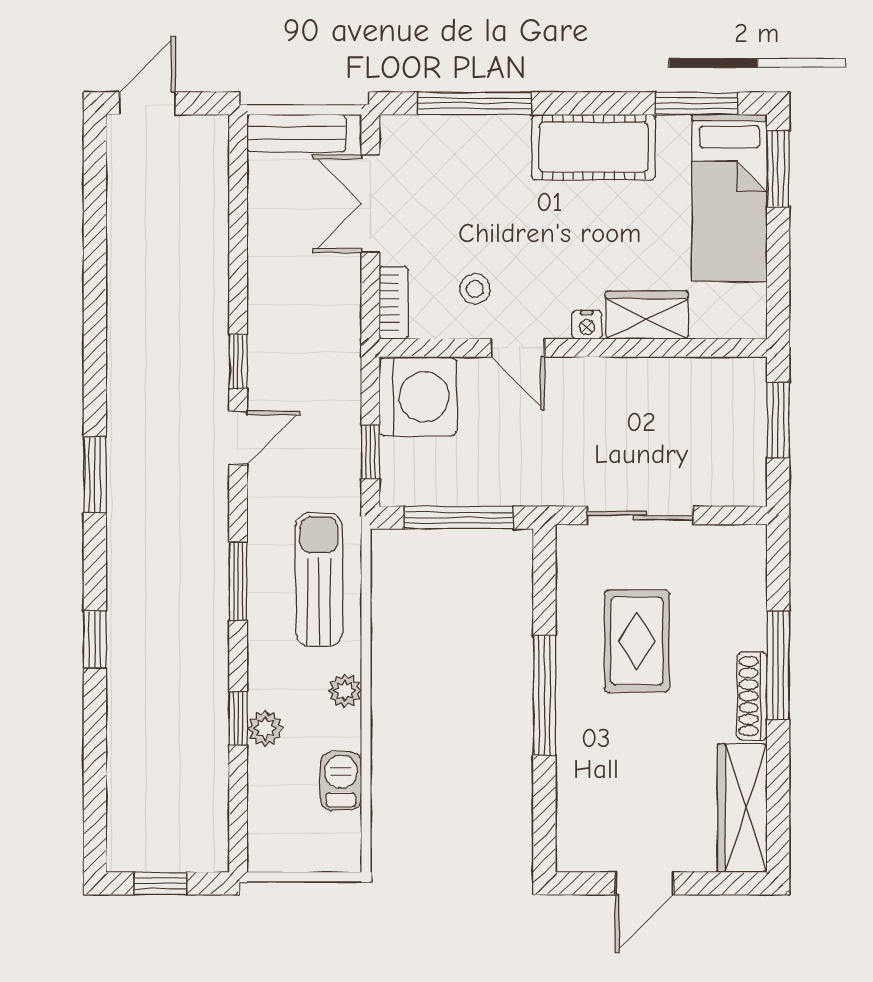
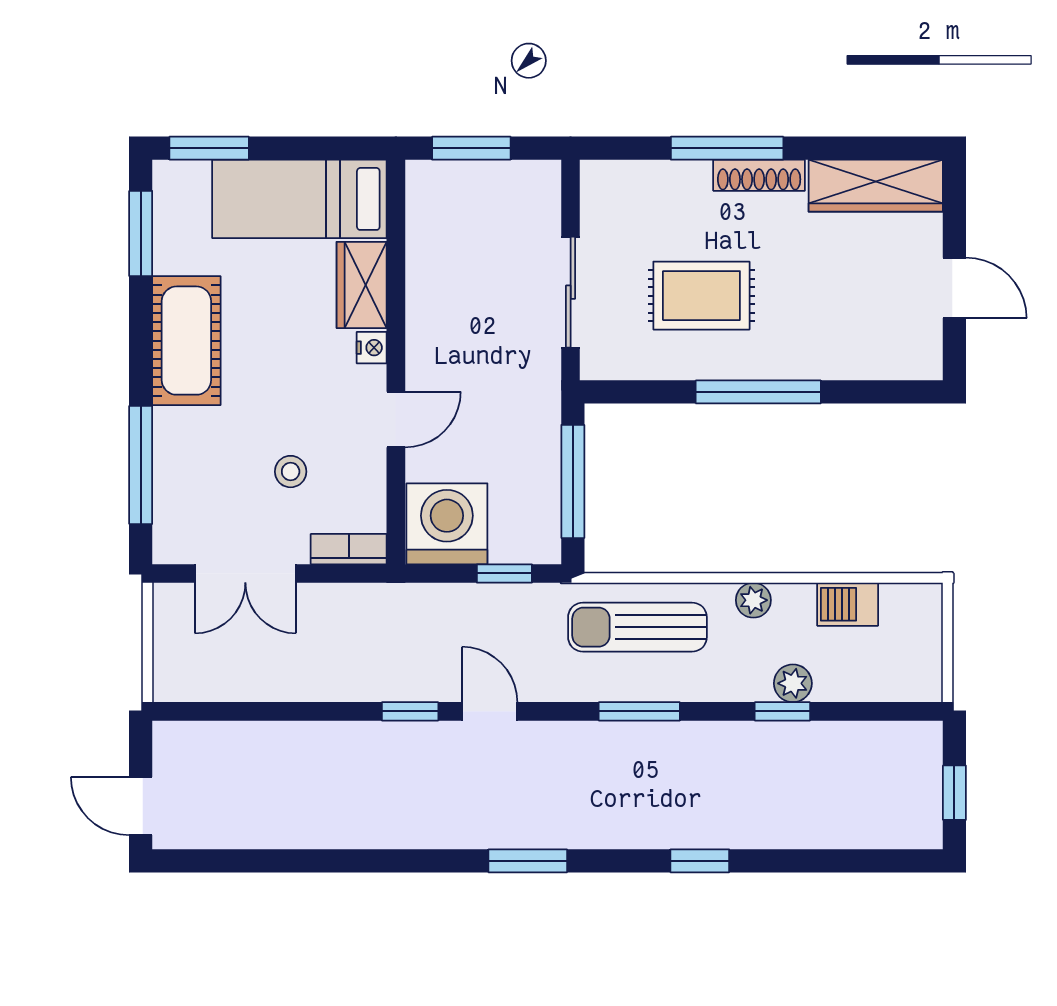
bench: (296, 133) -> (172, 651), removed
bed: (729, 198) -> (299, 199), moved, turned 180
stool: (475, 289) -> (291, 472), moved

